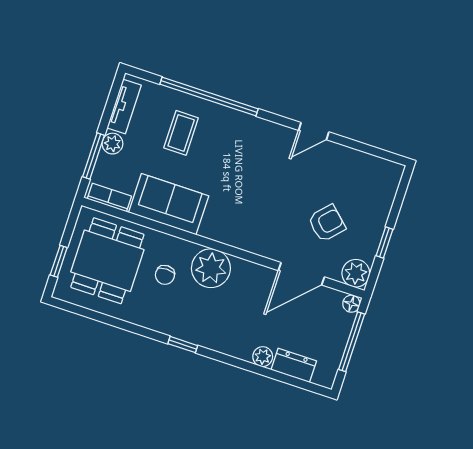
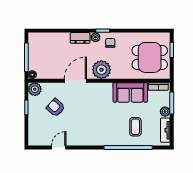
door: (314, 131) -> (59, 147), moved
armchair: (327, 223) -> (56, 108), turned 89
dining table: (107, 261) -> (150, 57), turned 90
door: (301, 274) -> (75, 81), moved
chair: (165, 275) -> (110, 43), moved
plant: (263, 357) -> (95, 37), moved
dresser: (294, 365) -> (80, 38), moved

